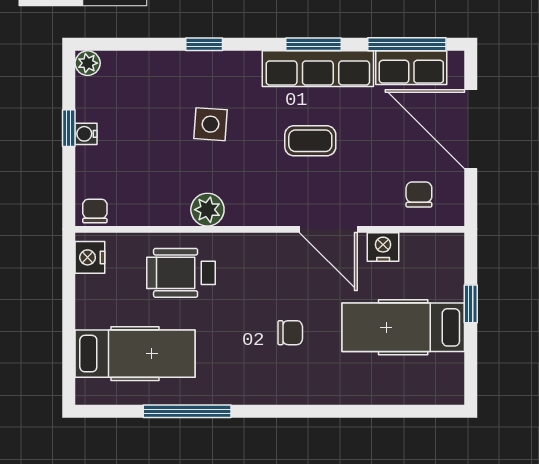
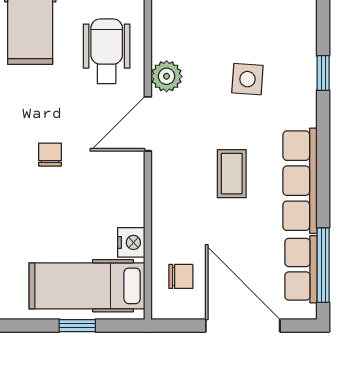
window: (313, 44) -> (323, 177), removed
door: (471, 129) -> (243, 326), hinge flipped
door: (328, 229) -> (148, 124), moved
hospital bed: (403, 327) -> (87, 286), moved, turned -90
chair: (290, 333) -> (50, 155), turned 180

